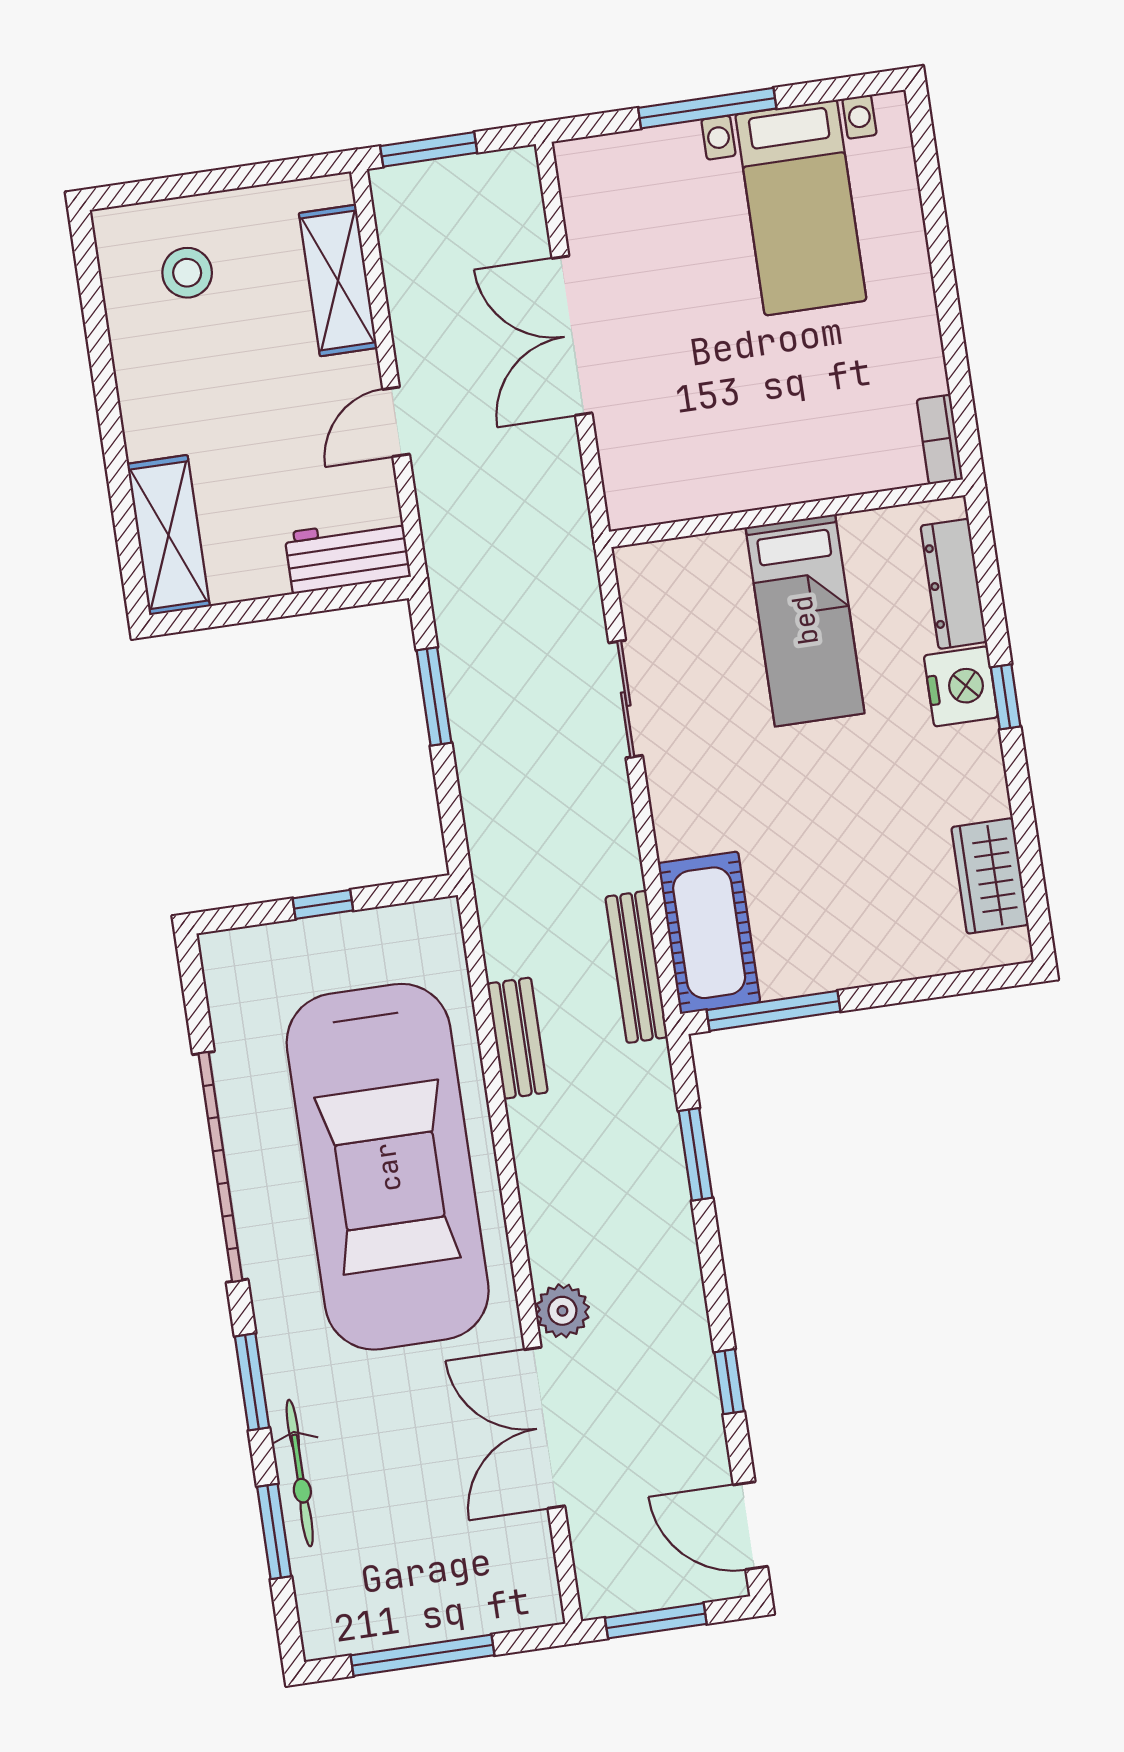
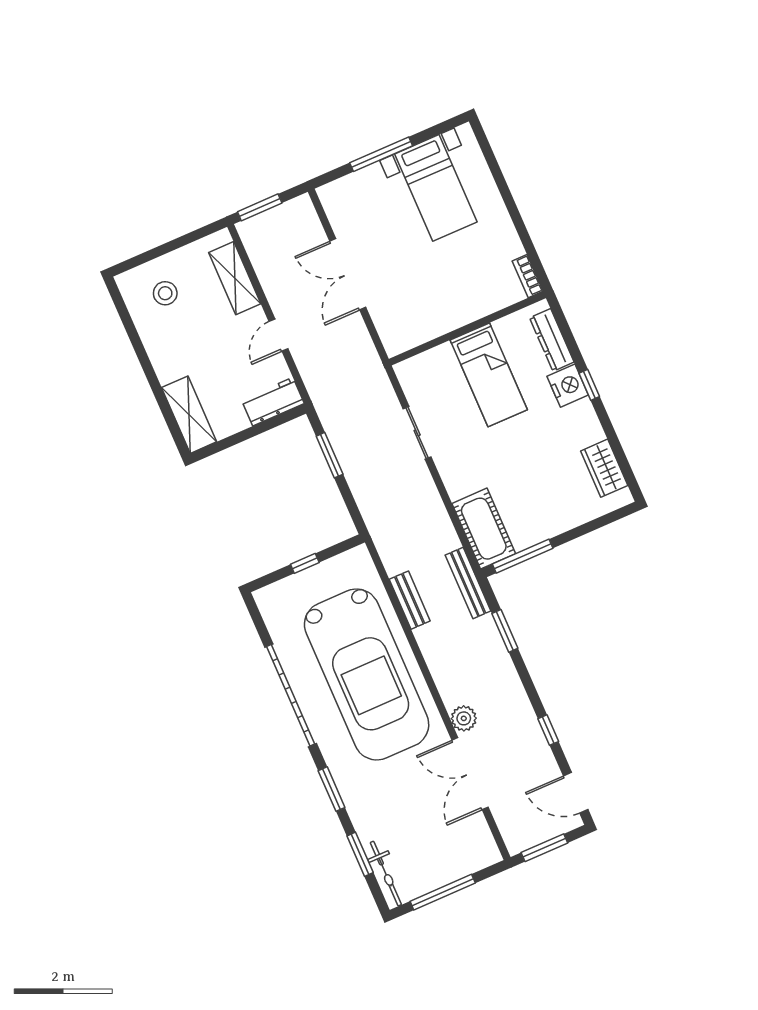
bench: (636, 967) -> (468, 583), moved
bicycle: (300, 1473) -> (386, 874), moved

